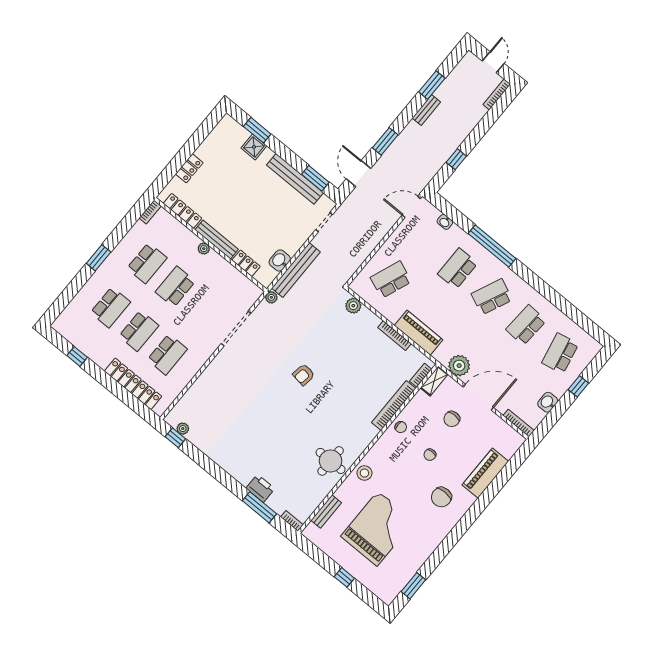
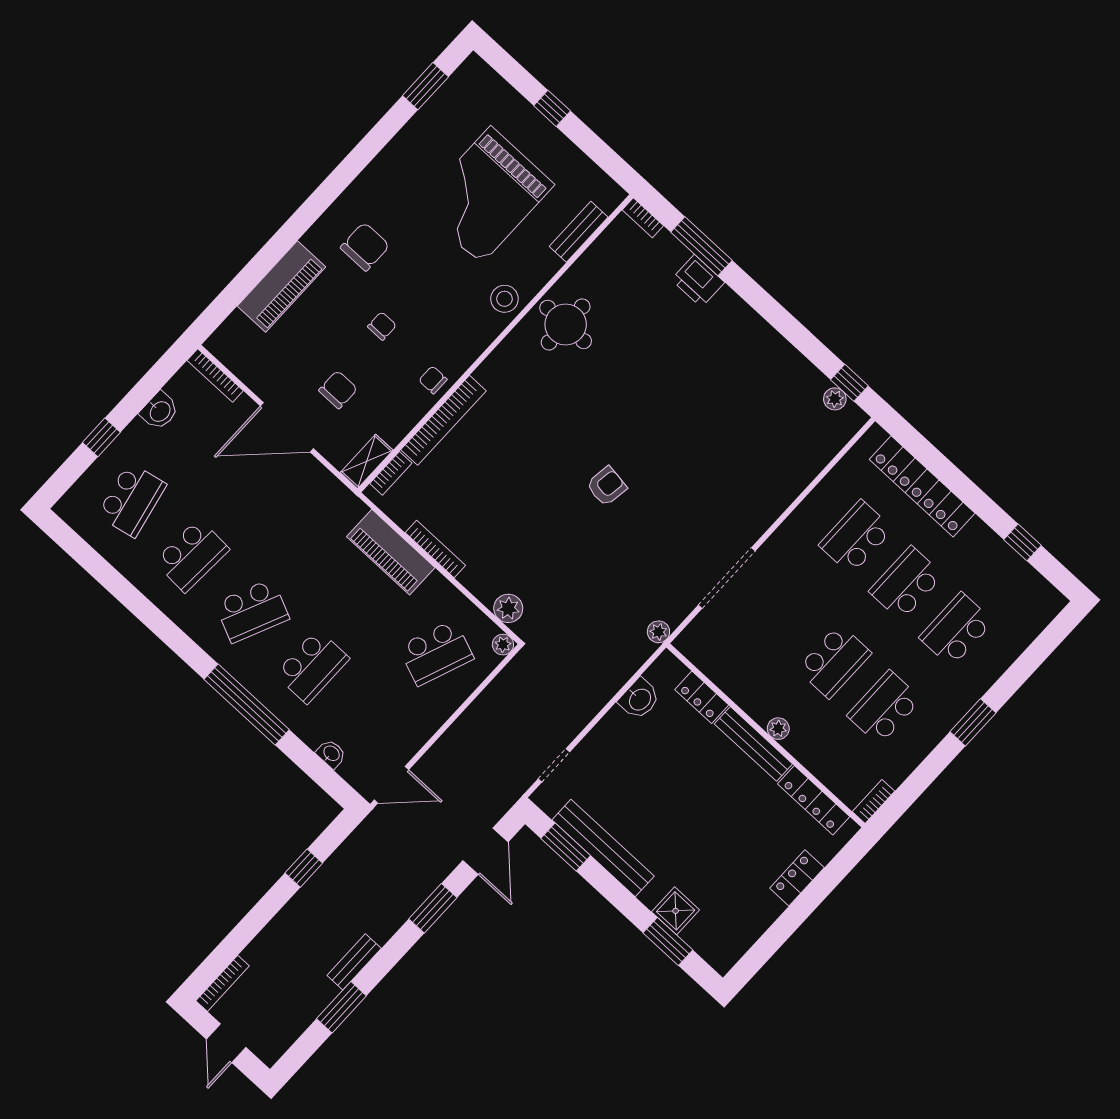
bench: (296, 270) -> (611, 680), removed
plant: (459, 366) -> (503, 645), moved, width x0.53, depth x0.53

